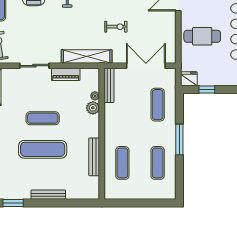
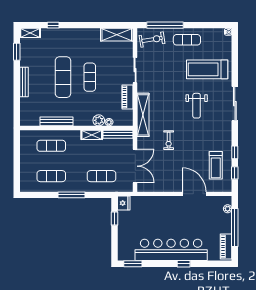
cafe table: (202, 36) -> (160, 215), removed
shelving: (110, 116) -> (92, 135), added

